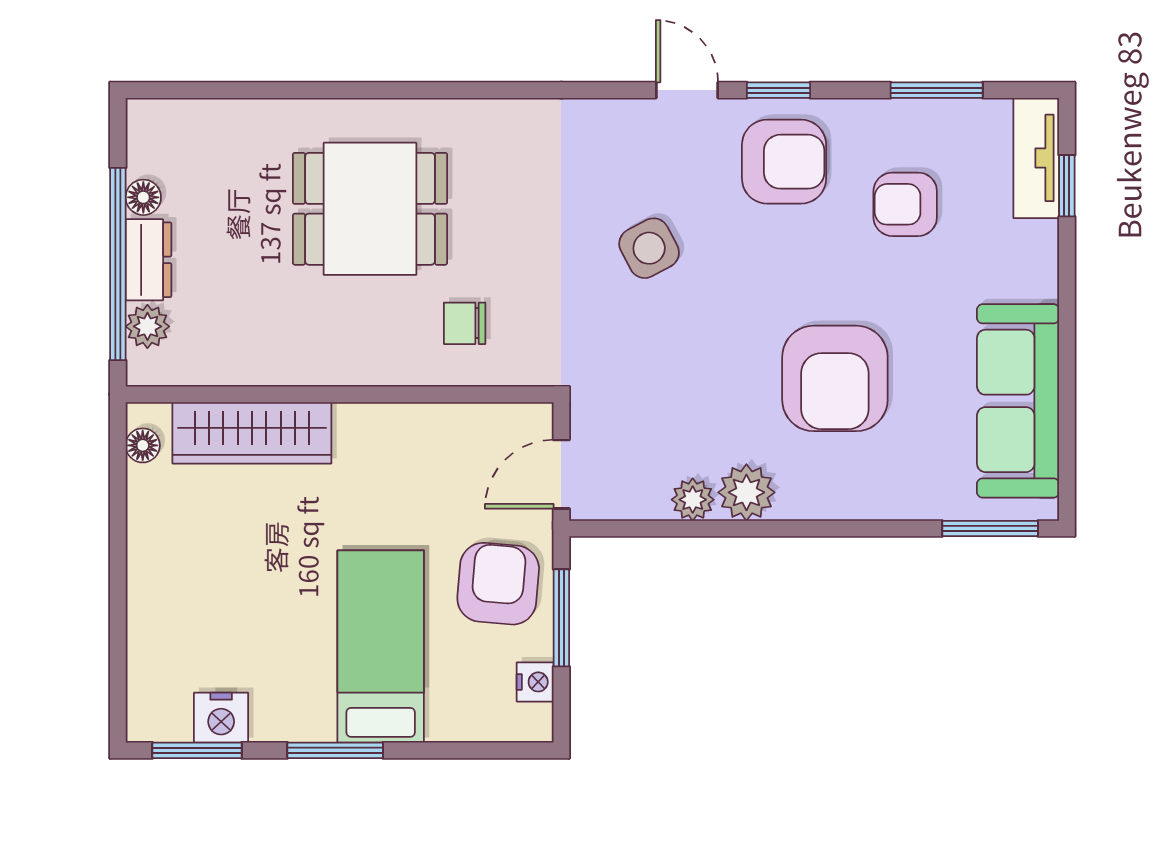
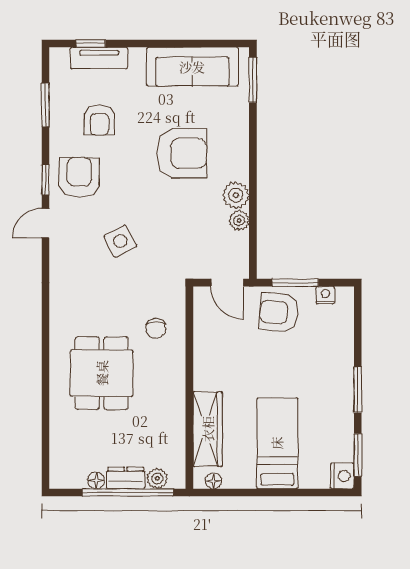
tv unit: (1036, 158) -> (99, 58), moved
bed: (381, 646) -> (277, 443), moved, turned 90
nightstand: (221, 718) -> (342, 476), moved

